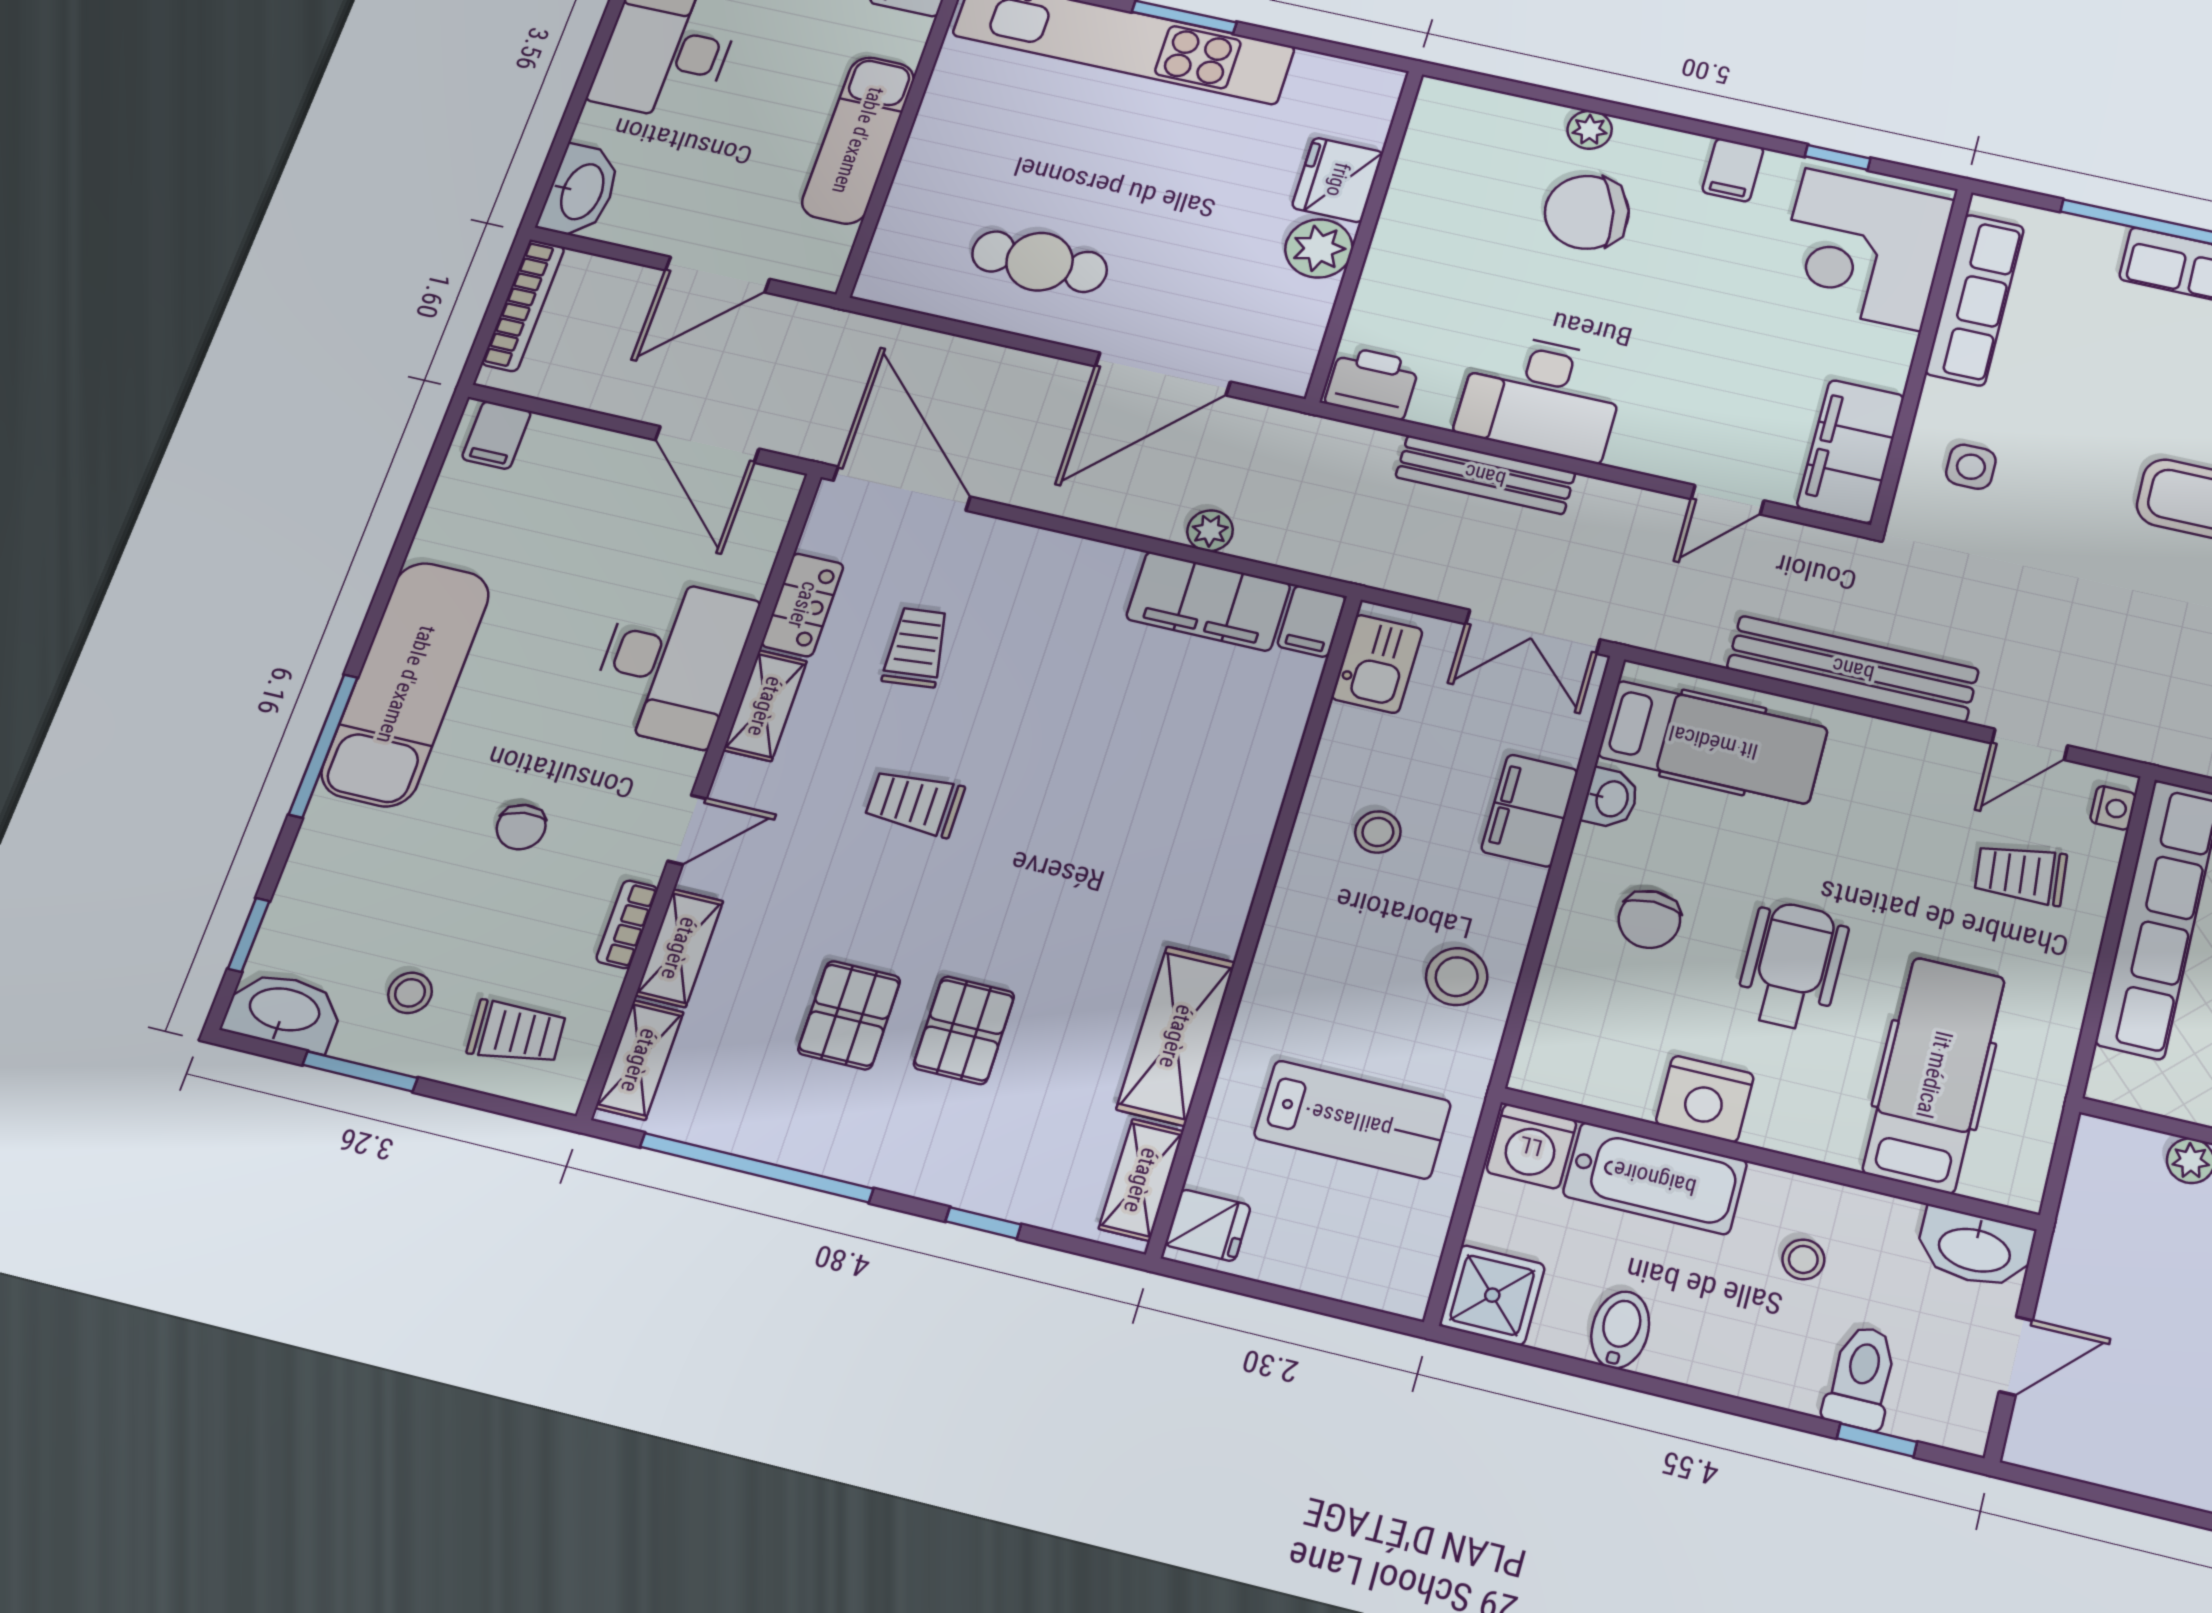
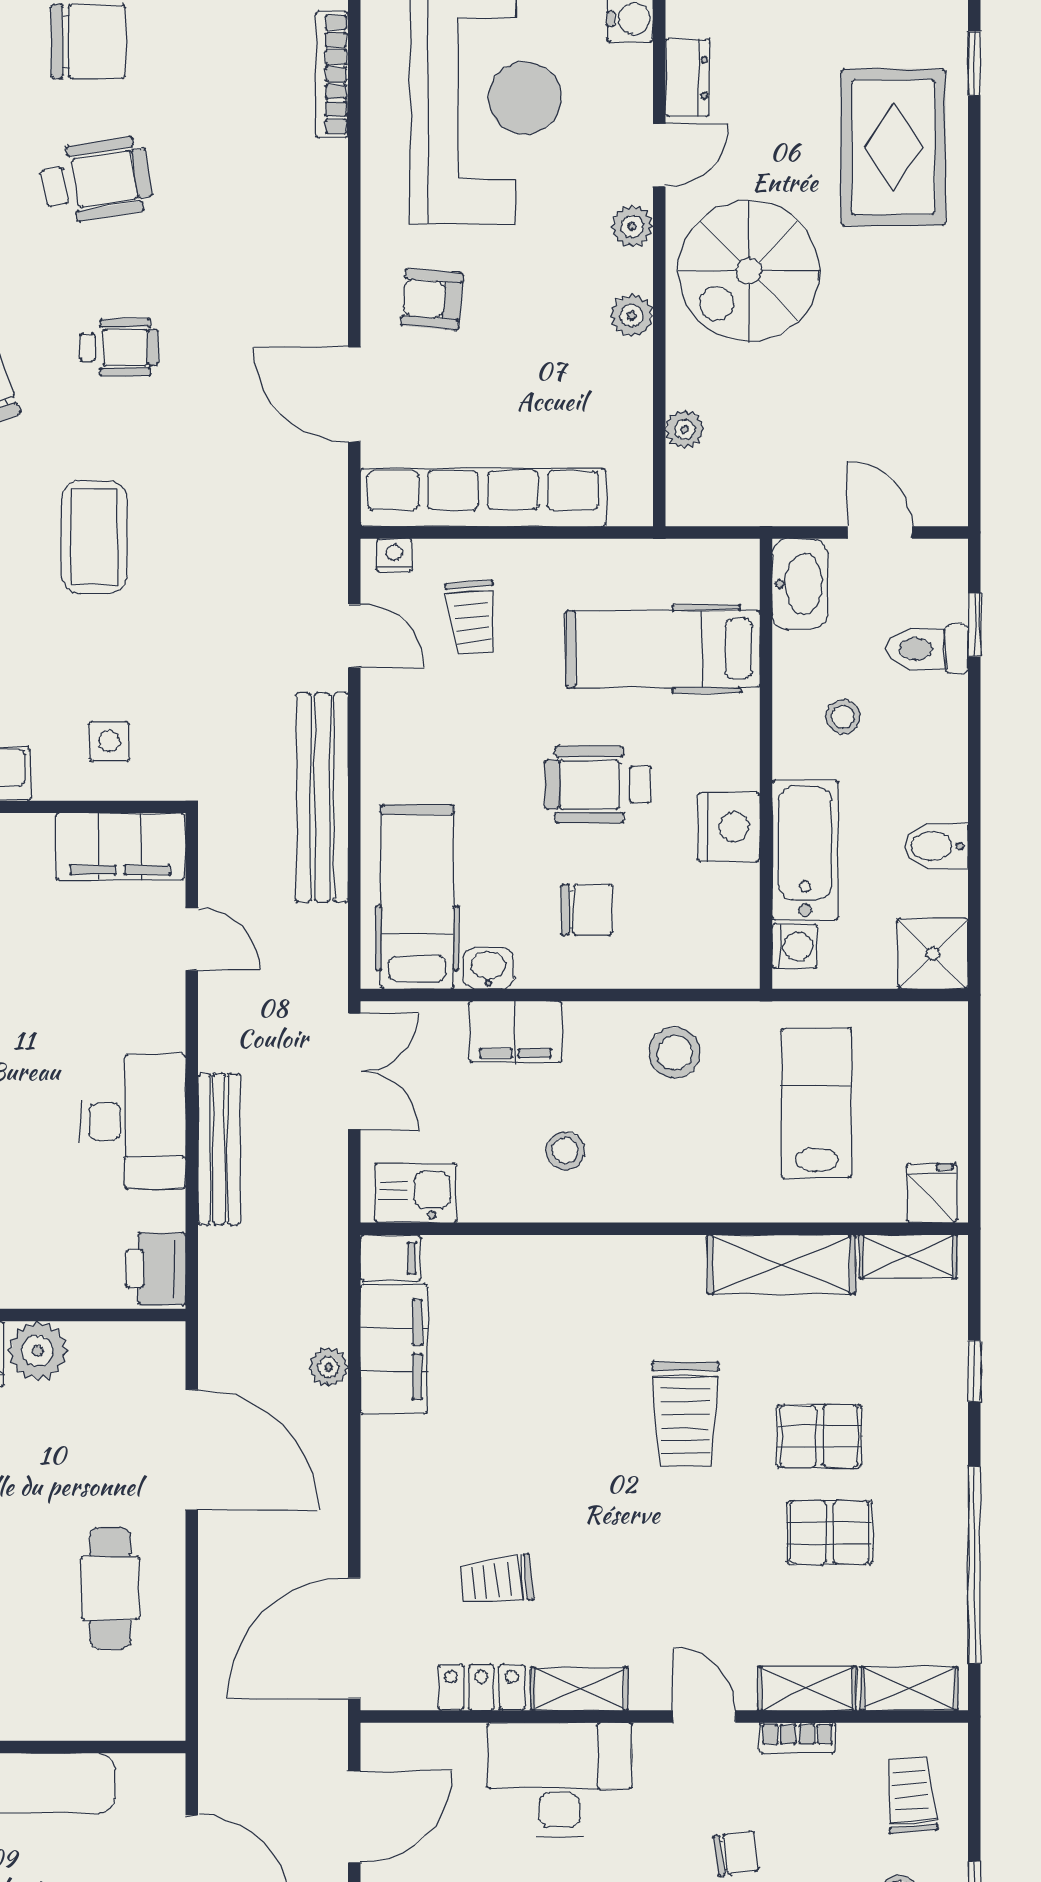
trolley: (915, 803) -> (685, 1414), moved, width x1.36, depth x1.39
washing machine: (1531, 1146) -> (794, 946), width x0.73, depth x0.73

